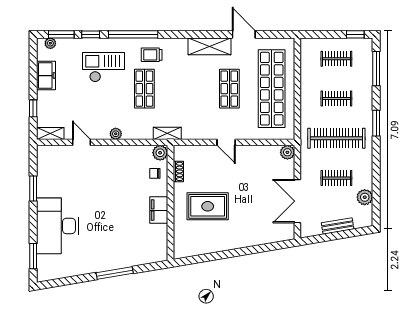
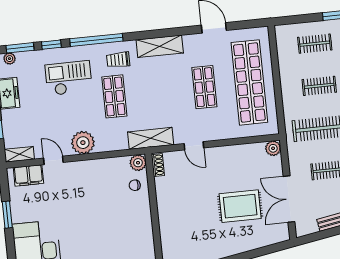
shelving: (209, 46) -> (160, 46), moved
shelving: (167, 133) -> (151, 138), width x1.50, depth x1.33
plant: (116, 134) -> (83, 143), width x1.88, depth x1.88
door: (226, 142) -> (194, 146), moved
shoe rack: (178, 171) -> (158, 165), moved
rug: (208, 206) -> (240, 206), moved
filing cabinet: (159, 210) -> (28, 175), moved, turned -90

